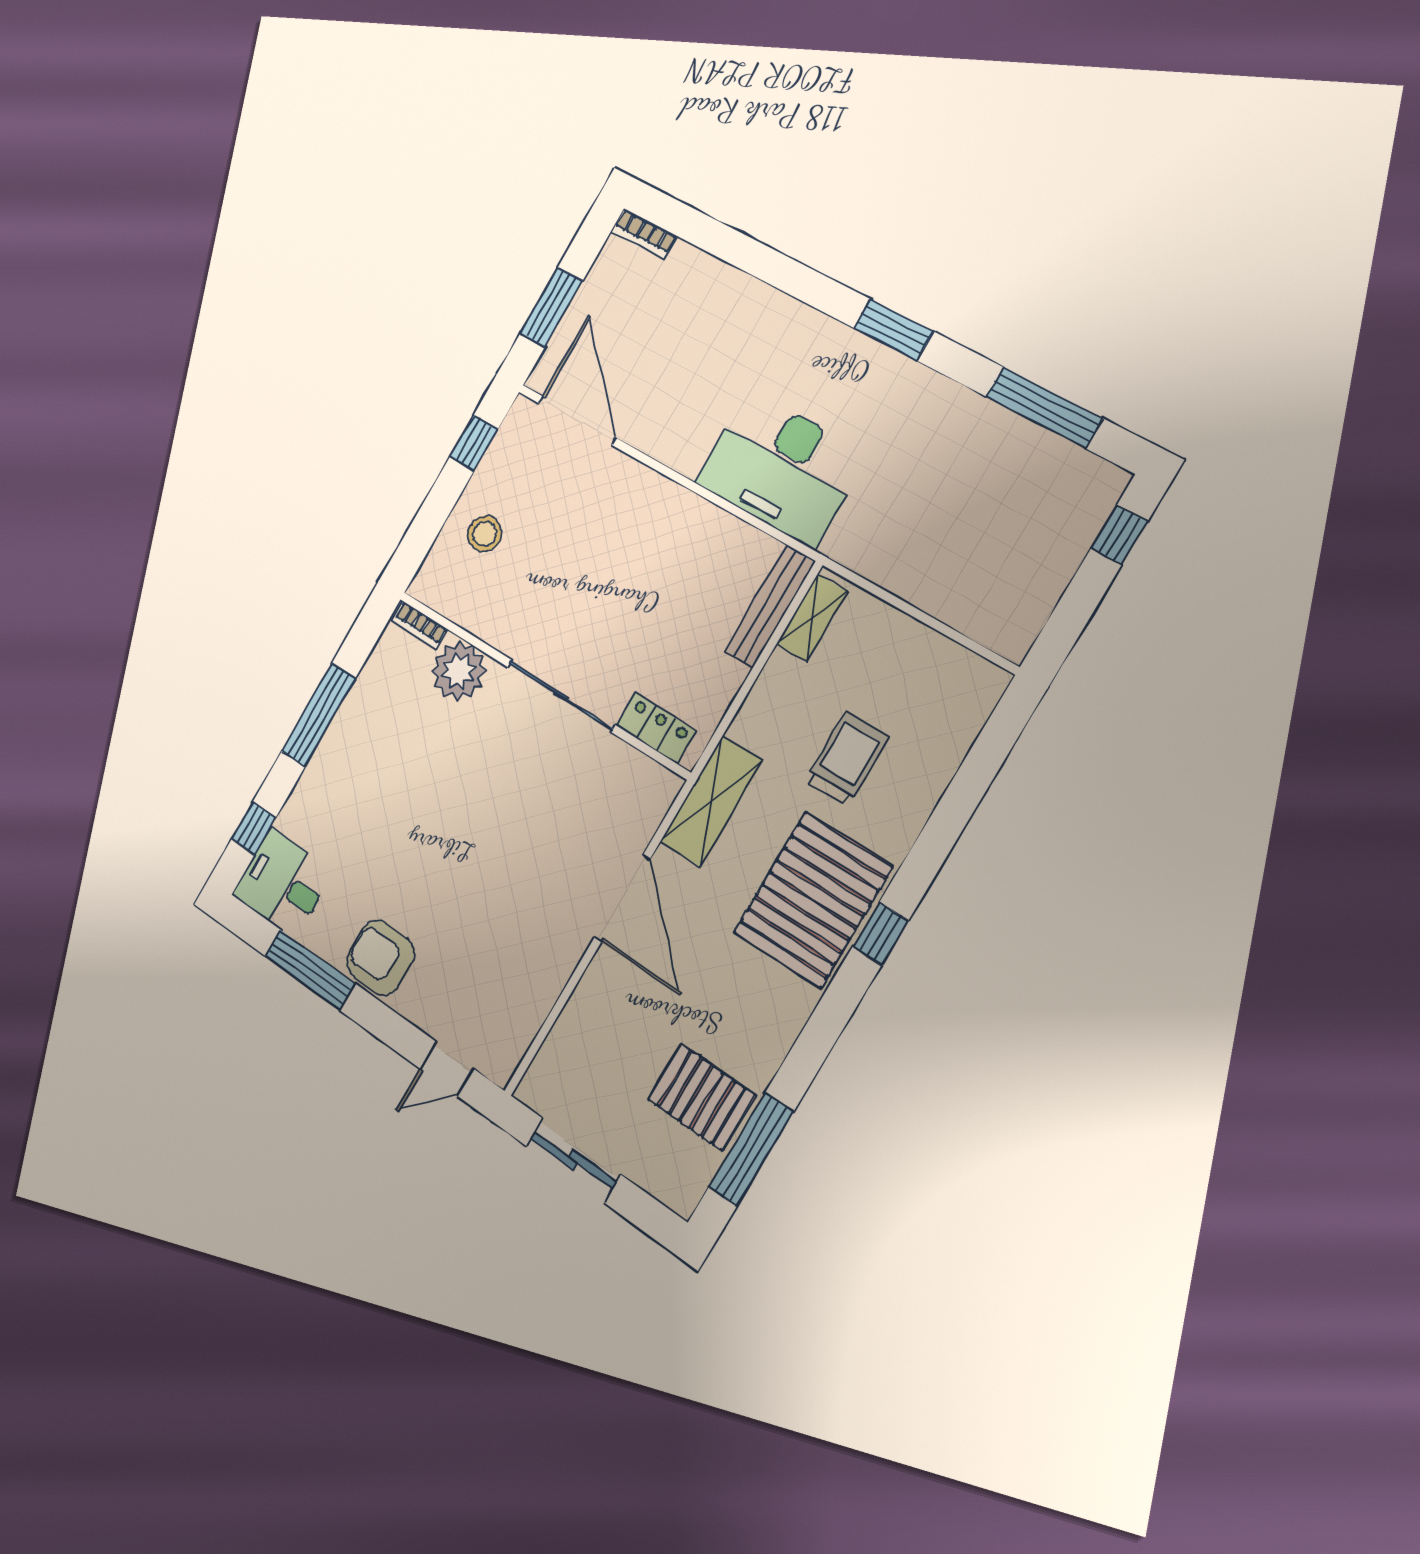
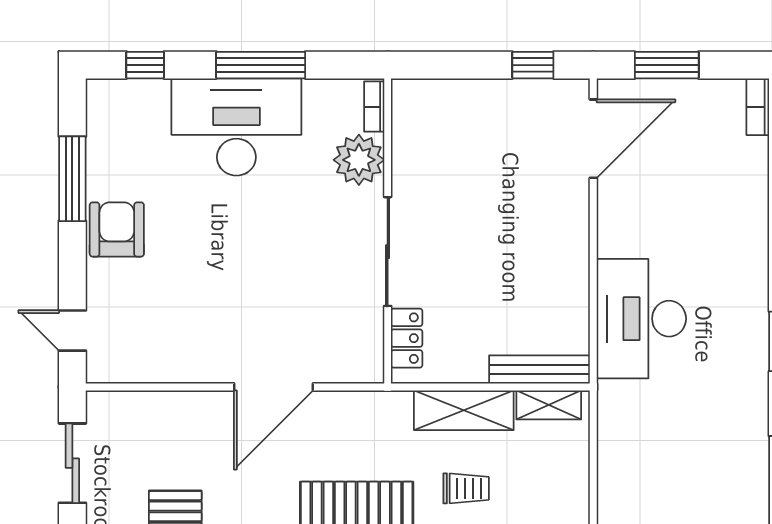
stool: (485, 534) -> (471, 117), removed
trolley: (846, 759) -> (466, 488), width x0.73, depth x0.72
shelving: (711, 801) -> (464, 410), moved
desk: (283, 883) -> (236, 127), moved, width x1.87, depth x1.30

